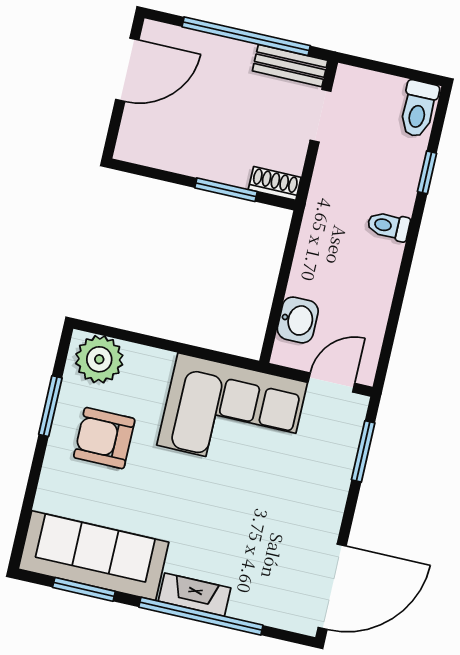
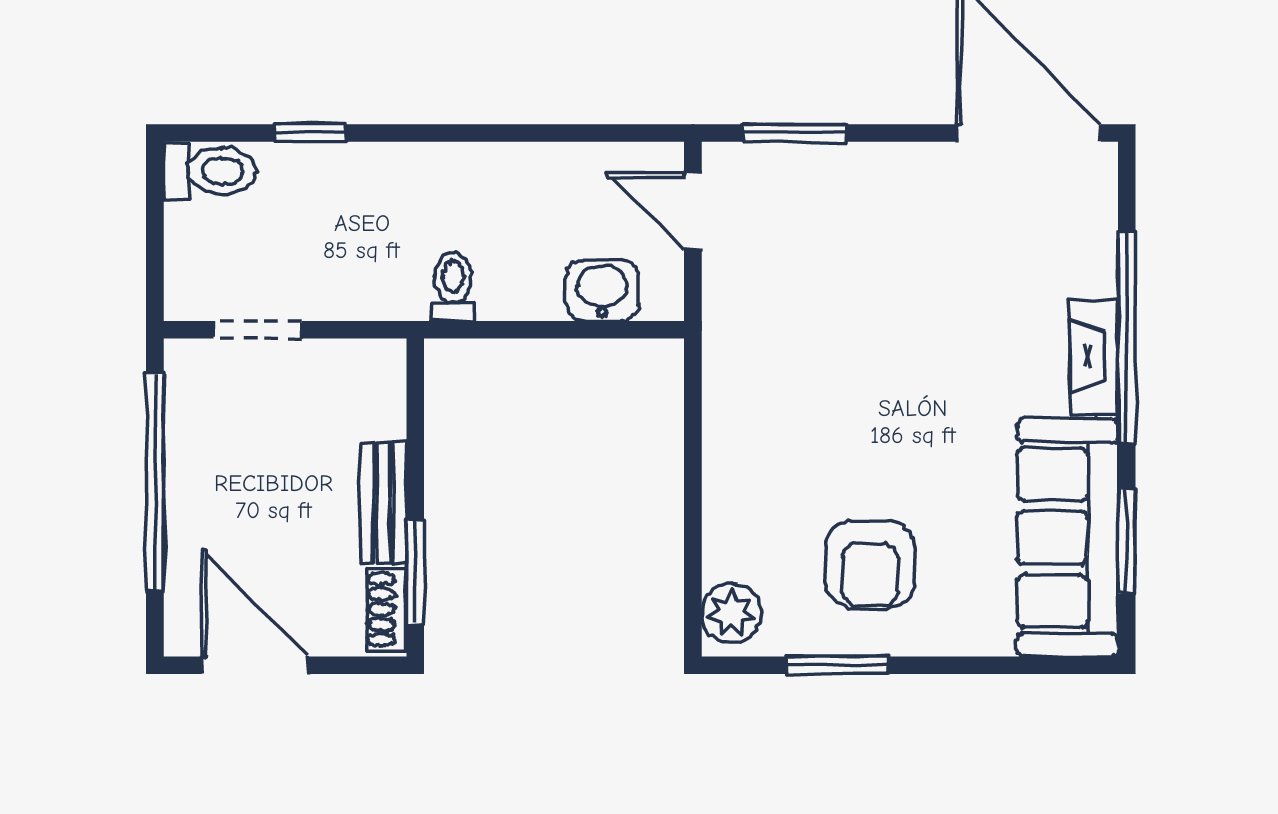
bench: (290, 66) -> (384, 503), moved
shoe rack: (275, 183) -> (386, 609), moved
window: (226, 190) -> (415, 572), moved
toilet: (389, 226) -> (453, 287), moved, turned 180
plant: (99, 359) -> (731, 613), width x0.73, depth x0.73
corner sofa: (232, 414) -> (782, 363), removed

